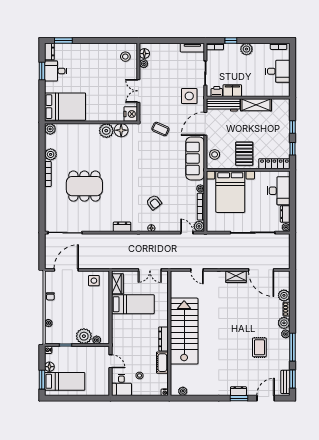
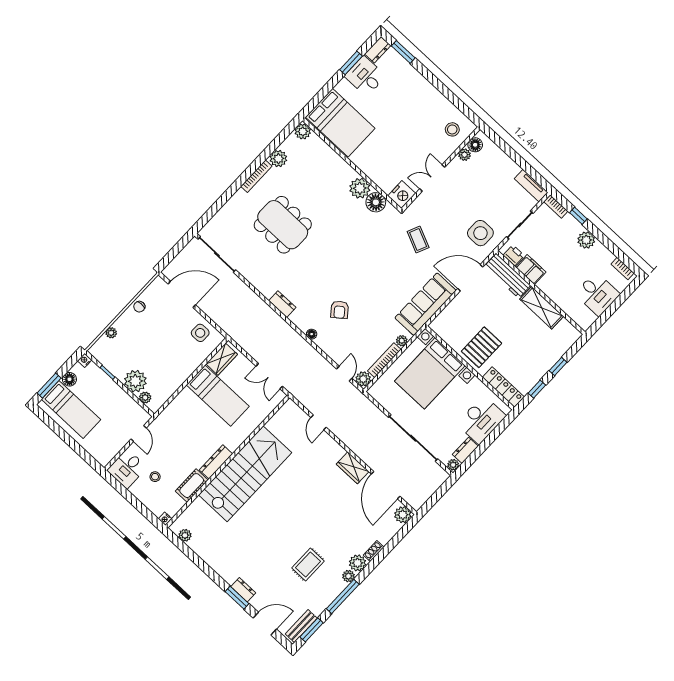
stool: (215, 154) -> (450, 319), removed
plant: (284, 295) -> (403, 515), moved

